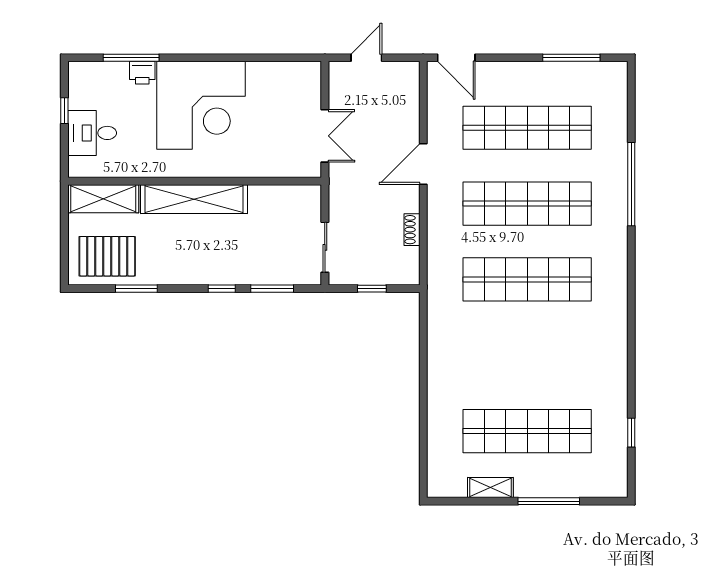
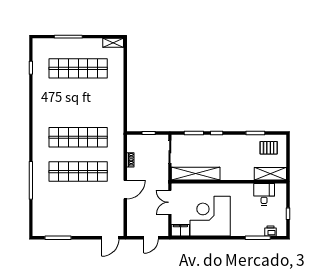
door: (456, 58) -> (110, 238), swing flipped
printer: (142, 73) -> (271, 231), moved
filing cabinet: (302, 74) -> (180, 230), added
corner desk: (201, 105) -> (210, 216), moved
shop shelf: (527, 128) -> (78, 206), removed
desk: (92, 133) -> (264, 194), moved, turned -90
shelving: (194, 199) -> (196, 174), moved
pallet: (107, 256) -> (269, 148), width x0.67, depth x0.71
shelving: (490, 487) -> (113, 43), moved

